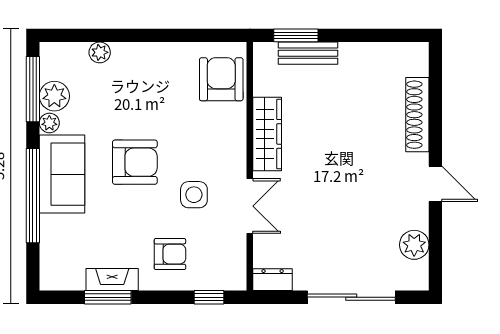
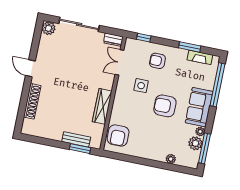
window: (33, 196) -> (217, 85), moved
double door: (250, 206) -> (119, 62), moved
plant: (414, 245) -> (49, 28), moved
fireplace: (112, 280) -> (200, 57), moved

